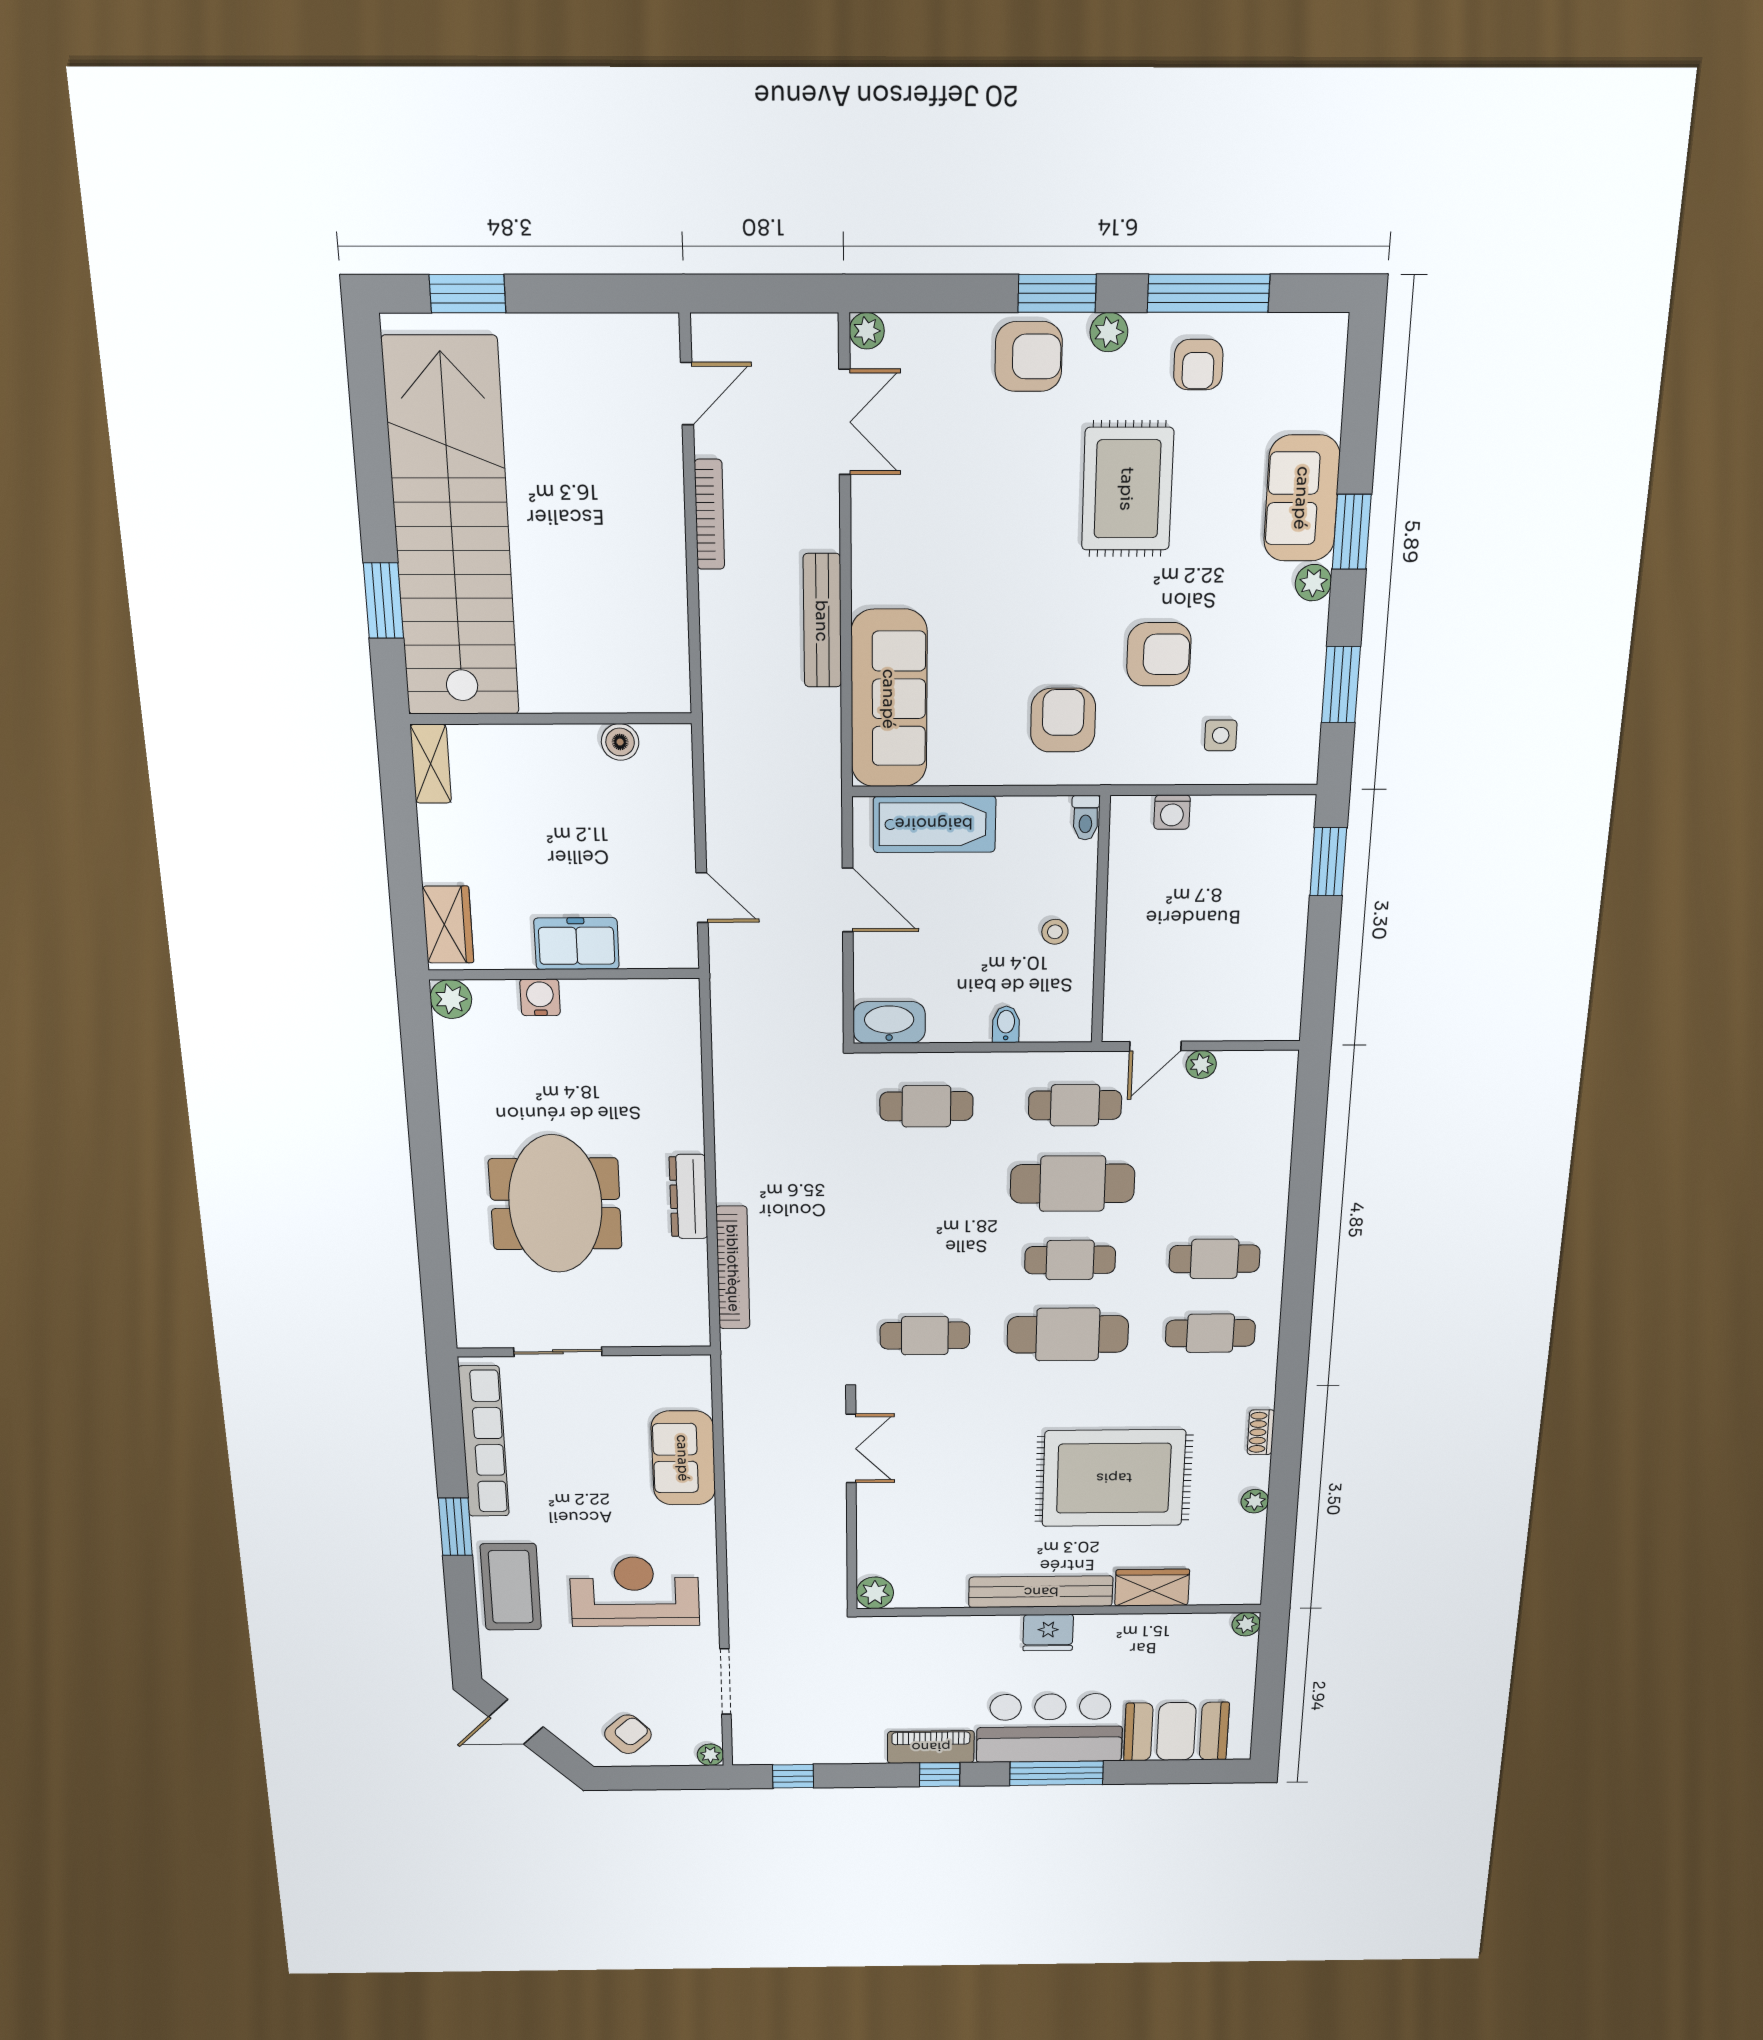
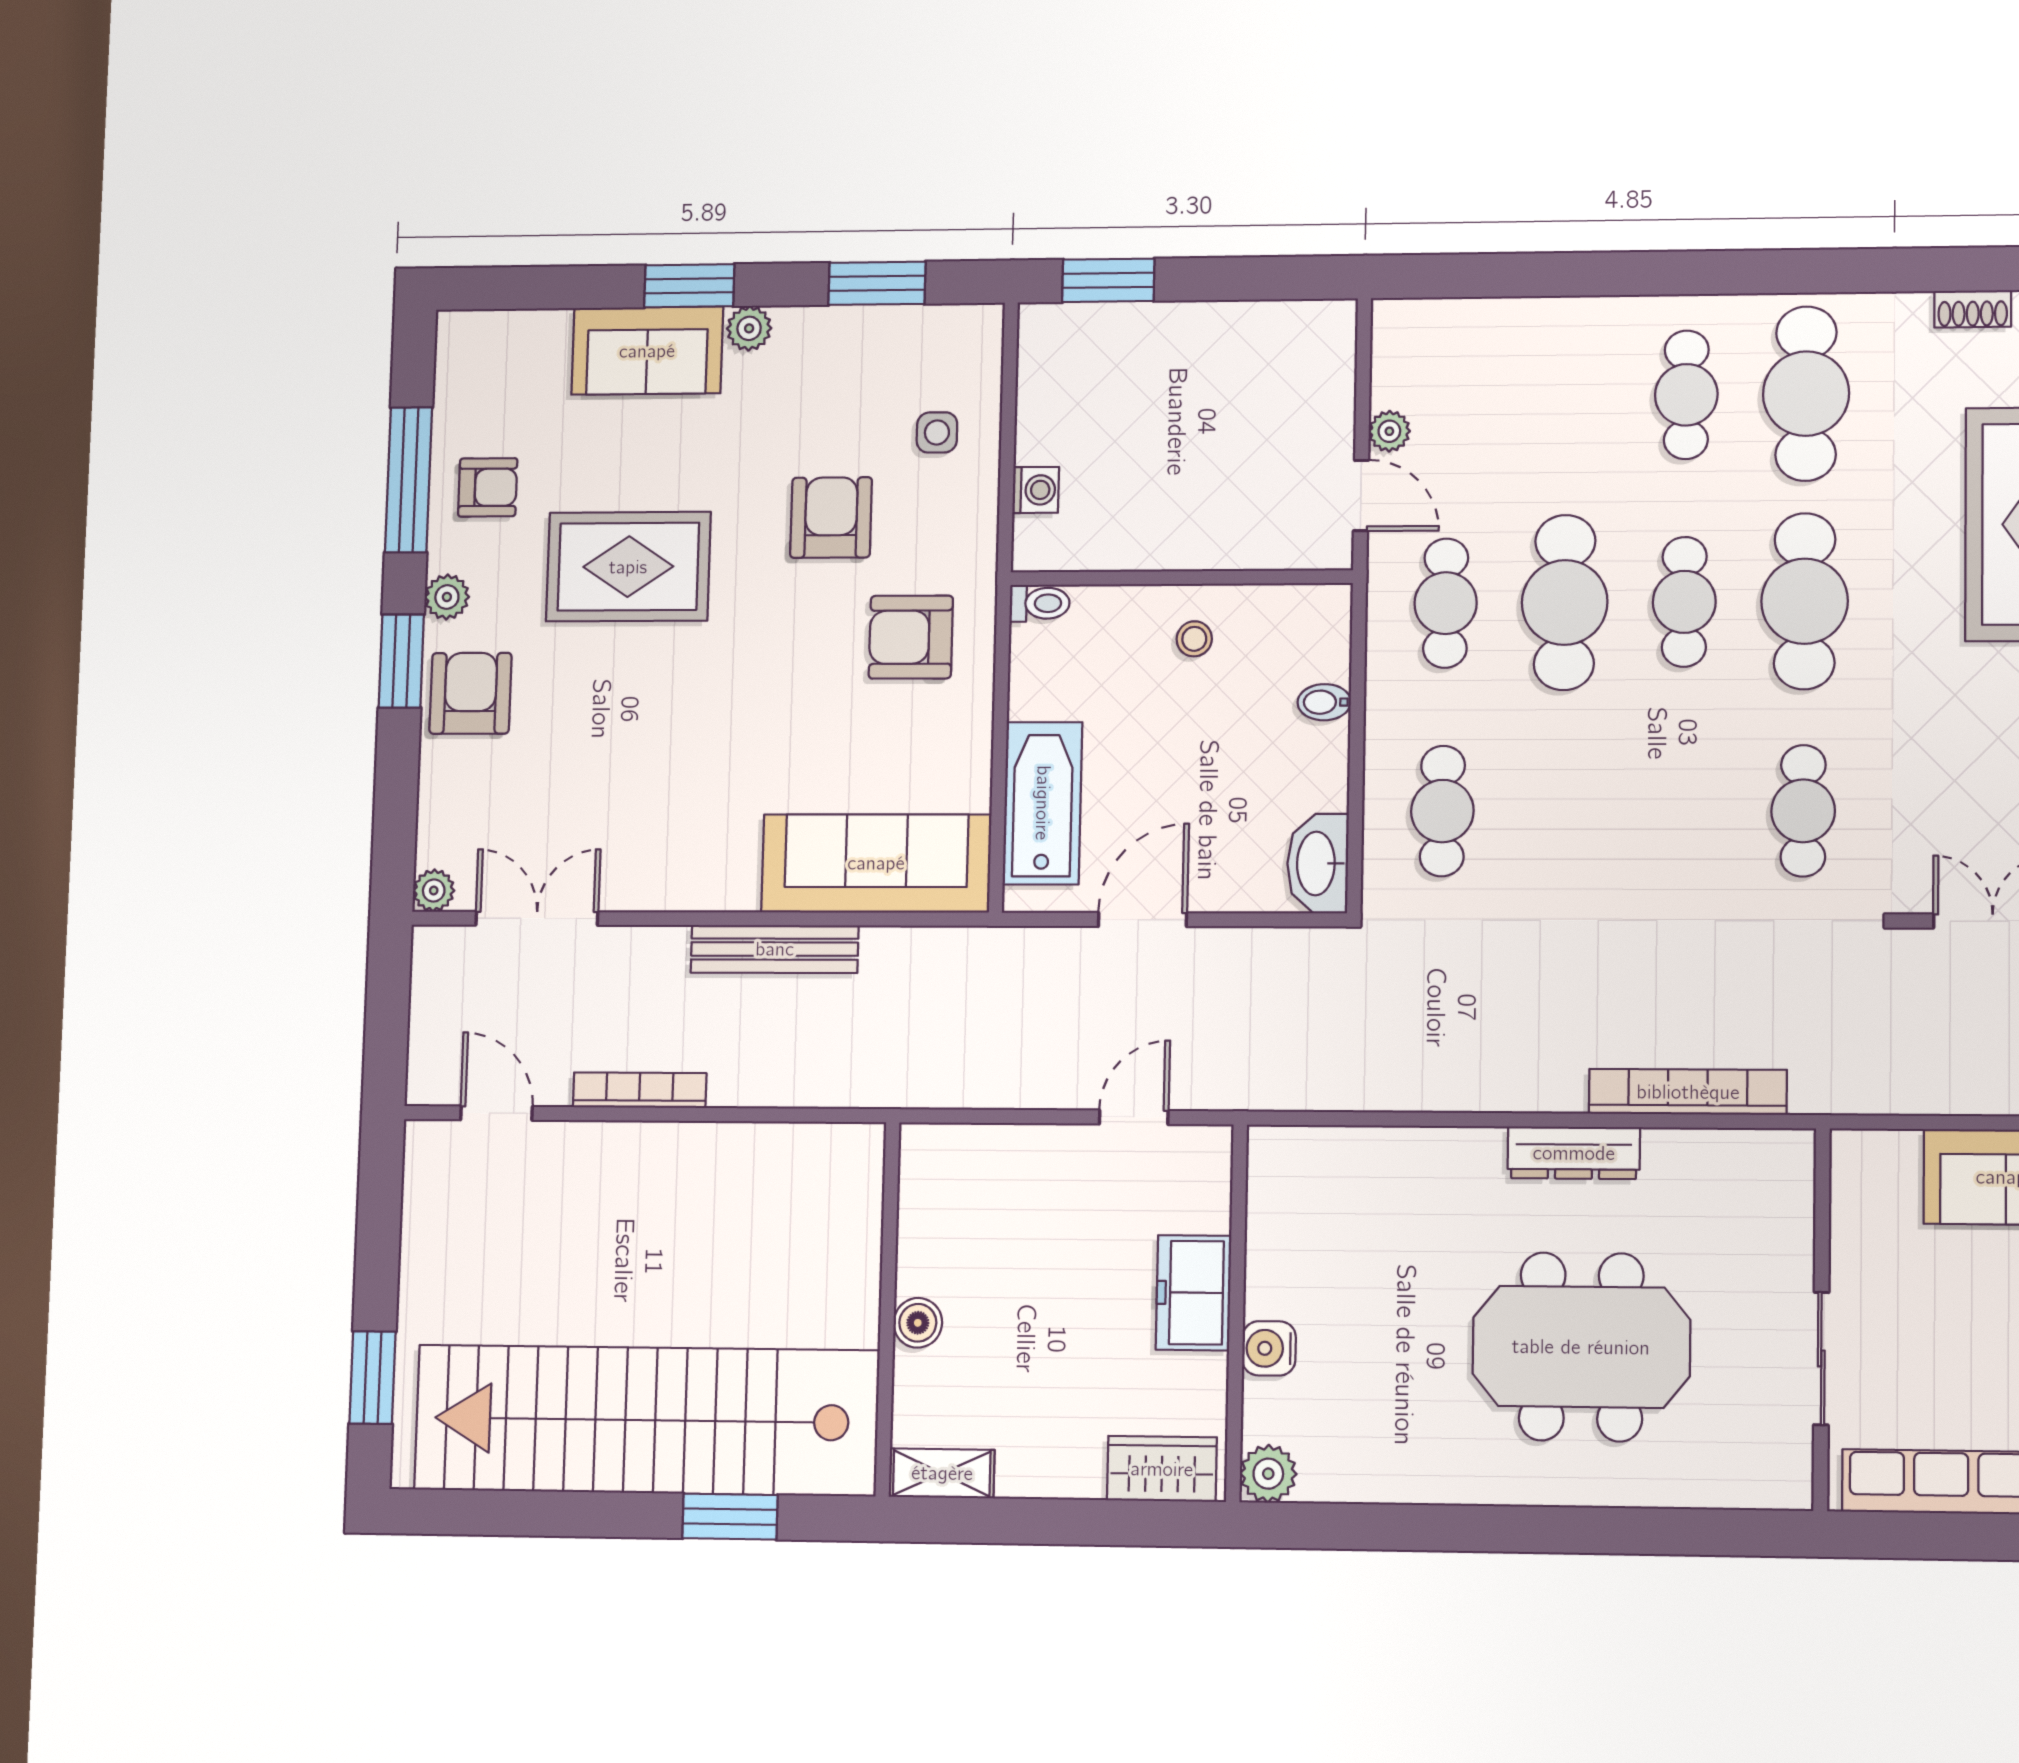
boiler: (620, 742) -> (918, 1323), moved
cafe table: (1210, 1333) -> (1806, 394), width x1.37, depth x1.35

